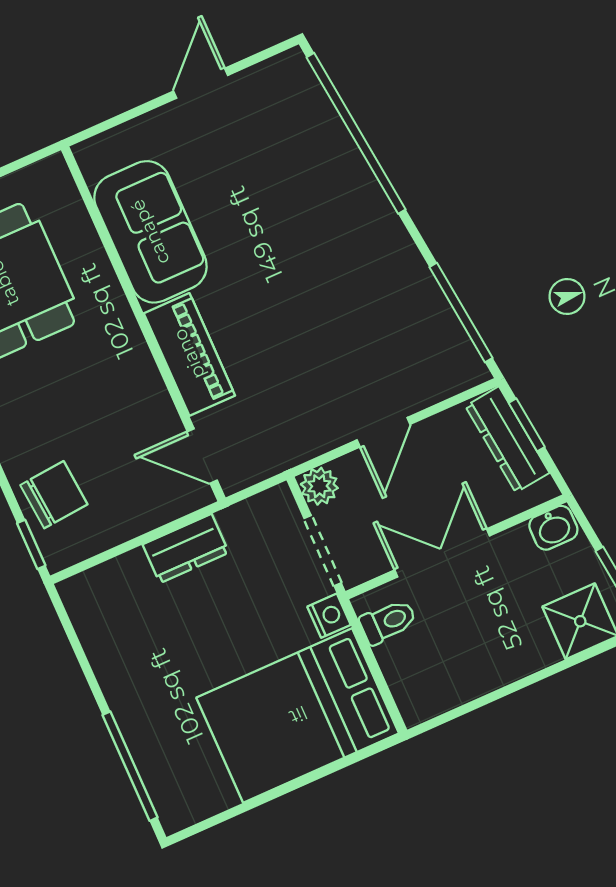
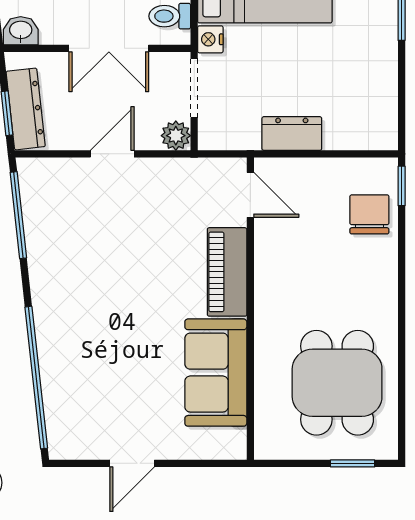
chair: (54, 495) -> (369, 214), turned 95

